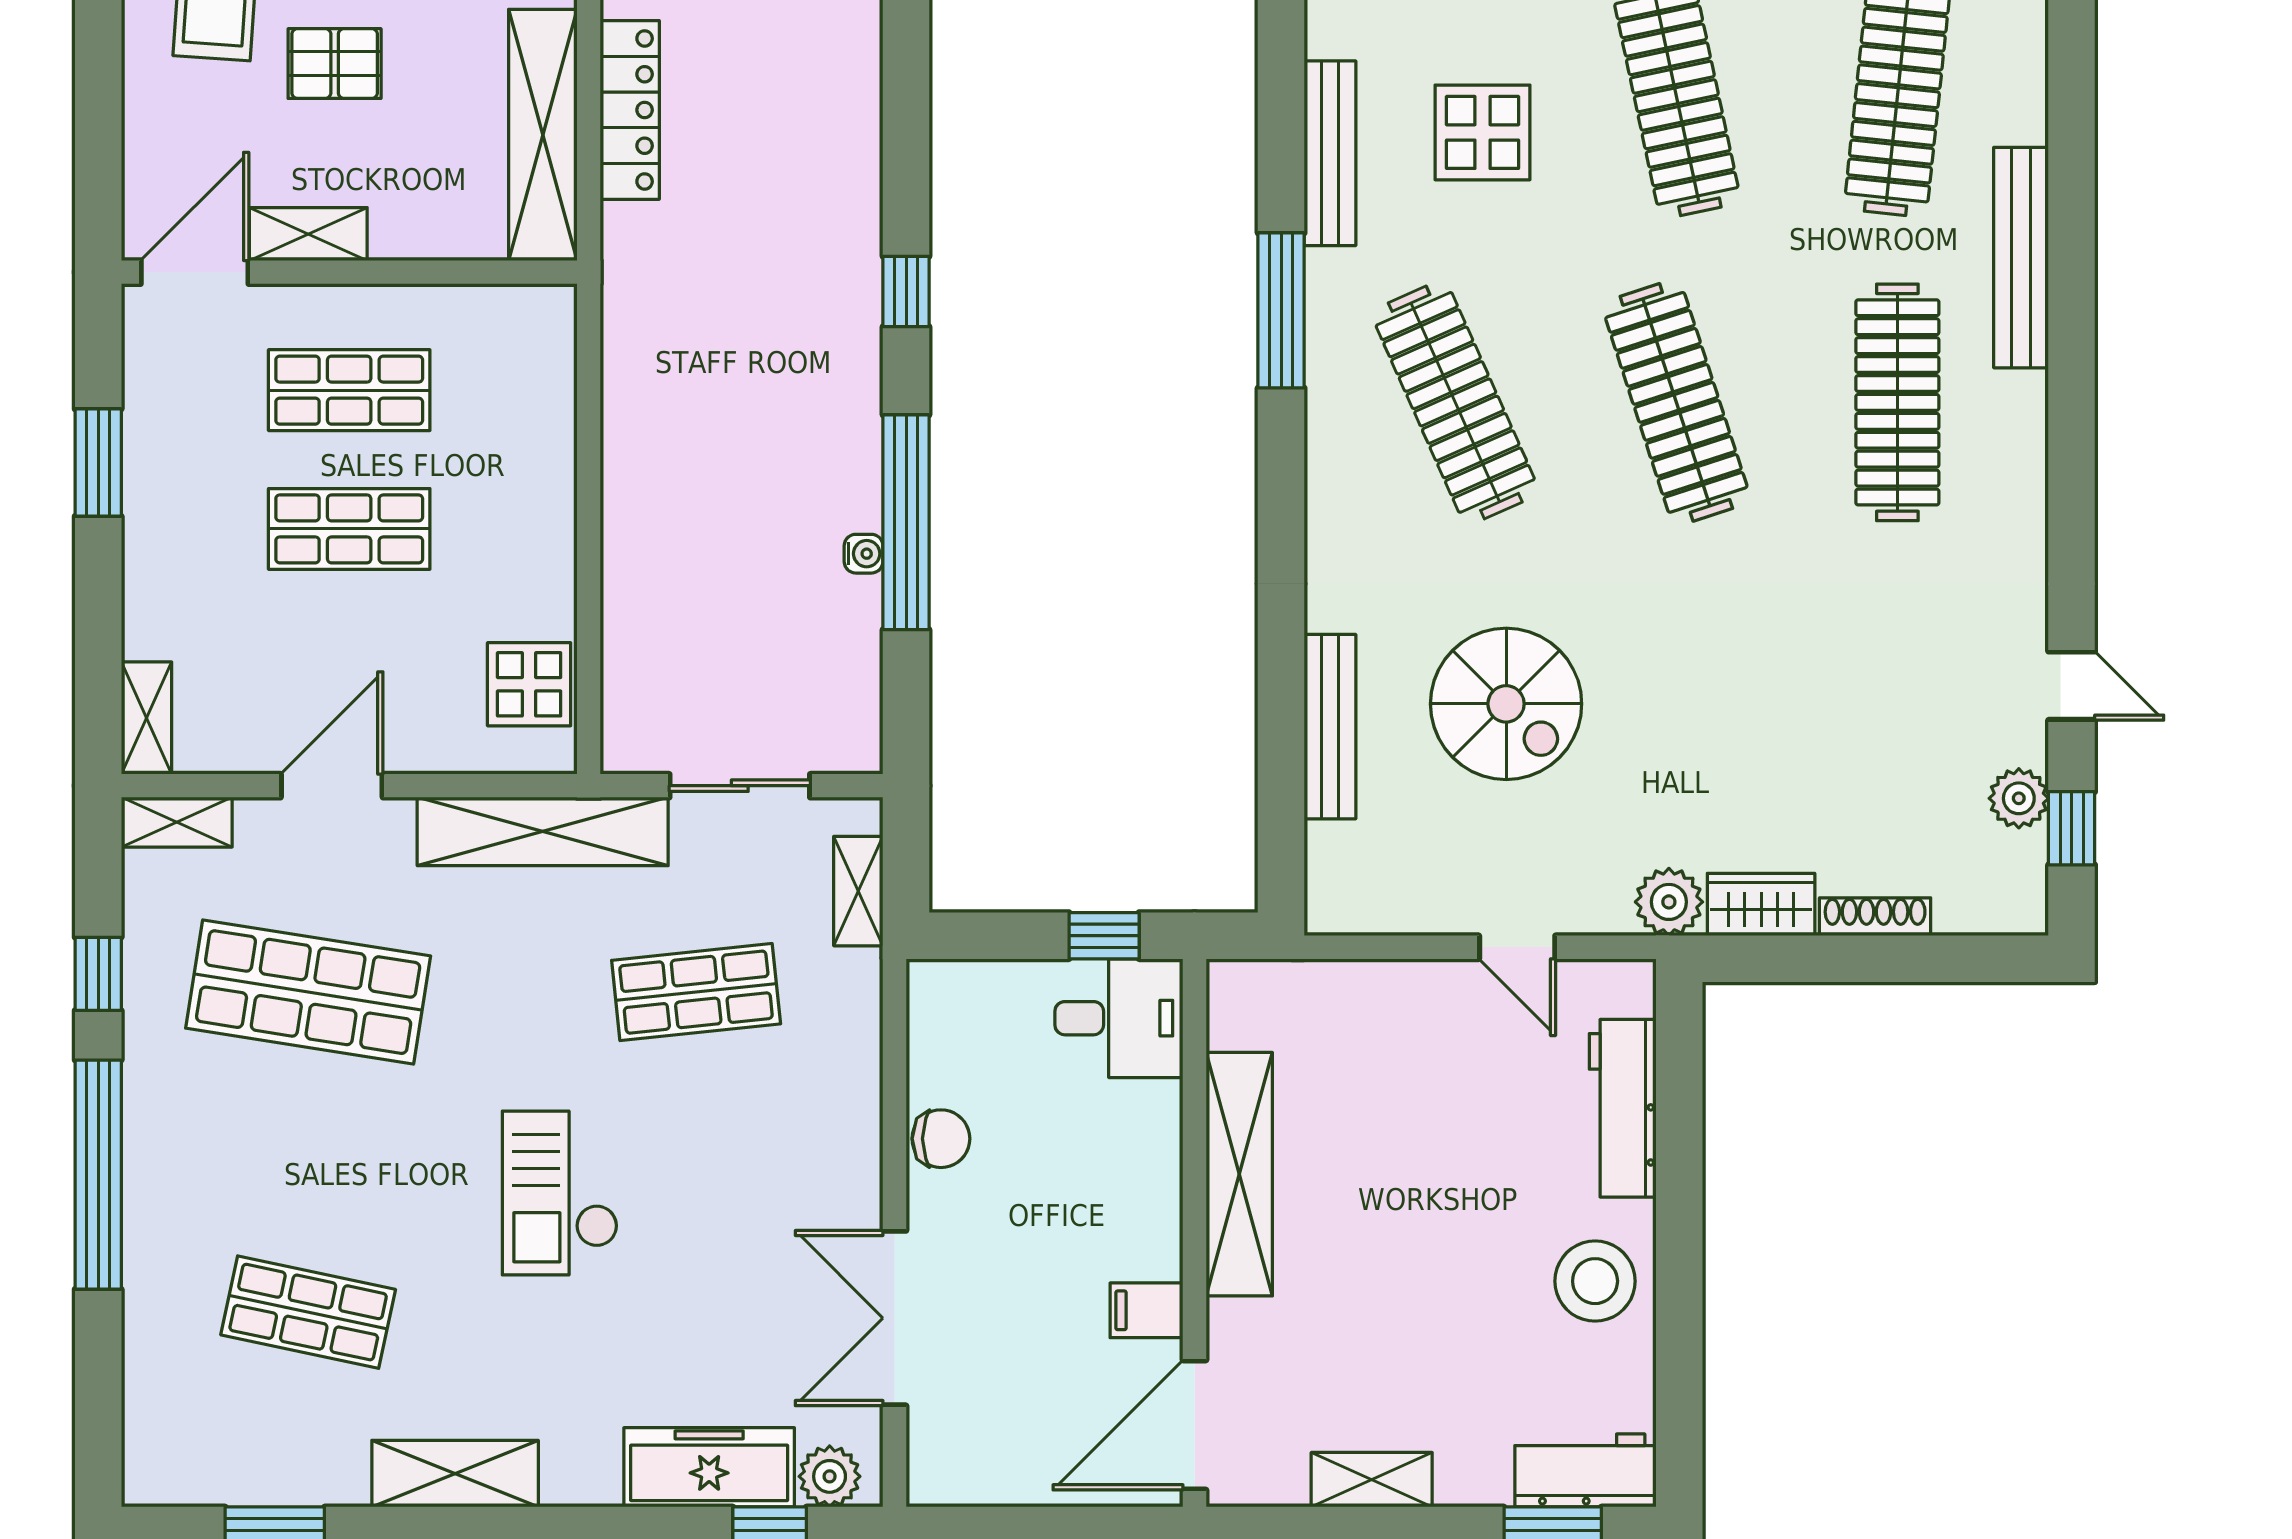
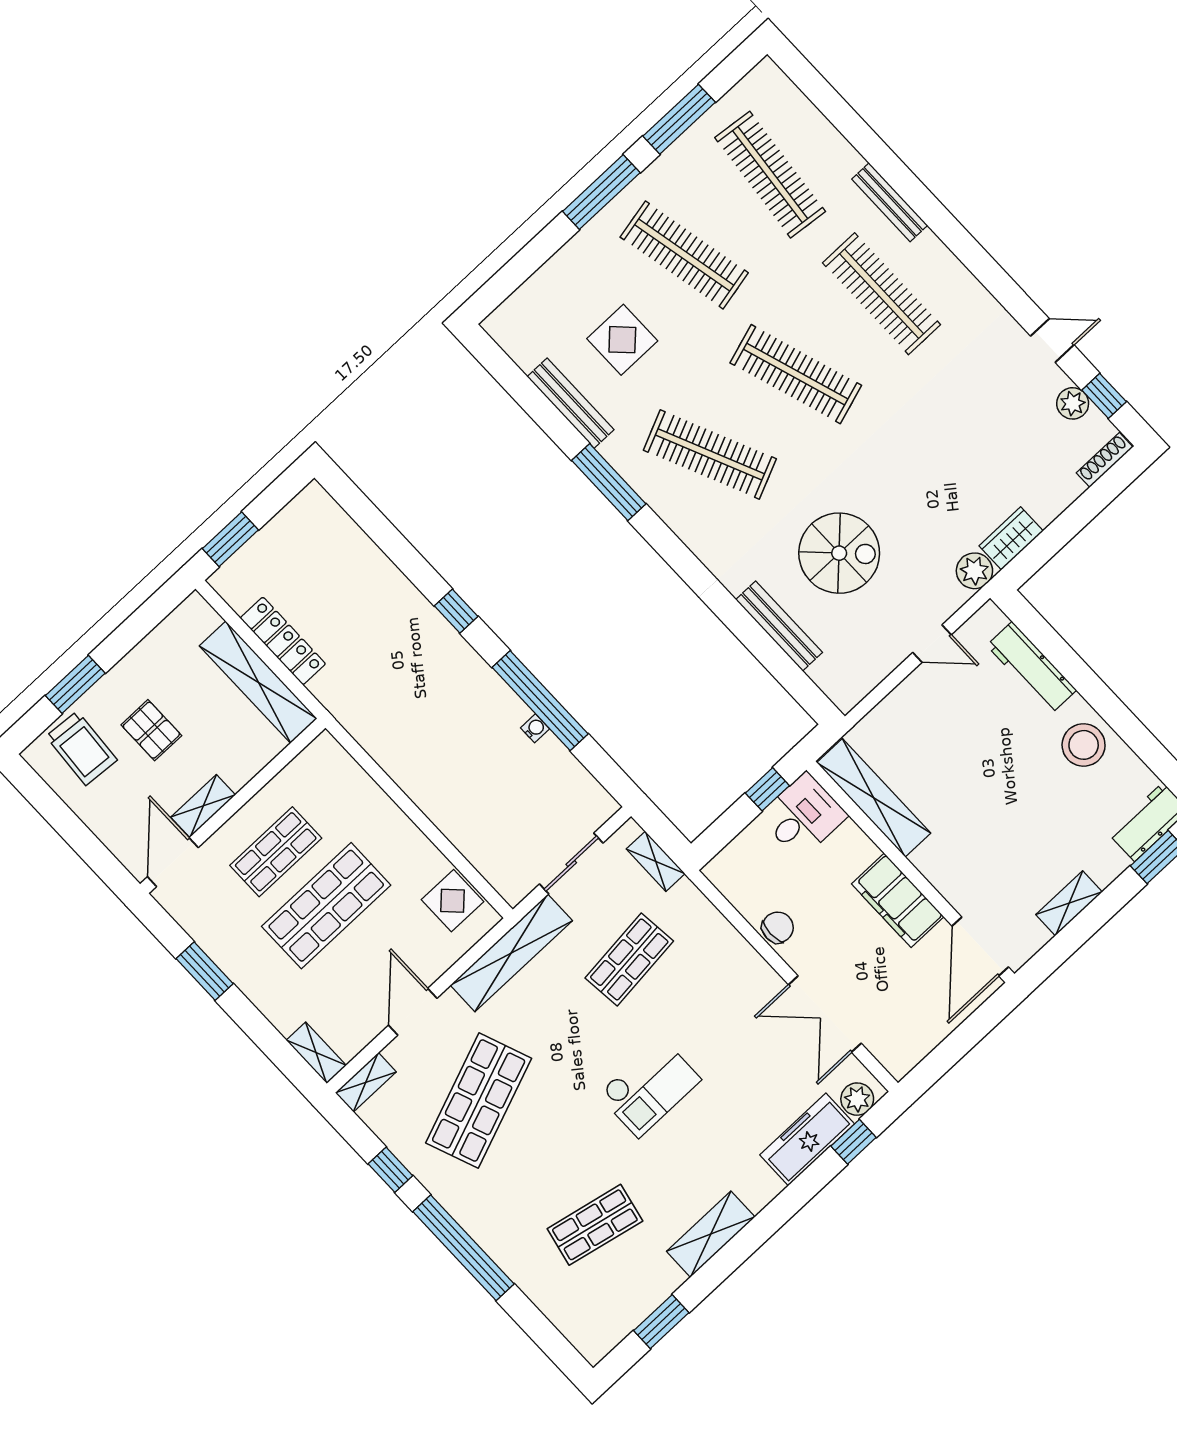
pallet: (335, 64) -> (151, 730), turned 90
bench: (2021, 258) -> (890, 202), width x0.73, depth x0.82
shop shelf: (349, 529) -> (326, 906), width x1.43, depth x1.36
shoe rack: (1875, 917) -> (1105, 460), moved
shop shelf: (308, 992) -> (479, 1101), turned -30
shelving: (1239, 1174) -> (874, 798), moved
checkout: (560, 1193) -> (649, 1087), turned -90
filing cabinet: (1147, 1310) -> (898, 900), width x3.00, depth x1.17

